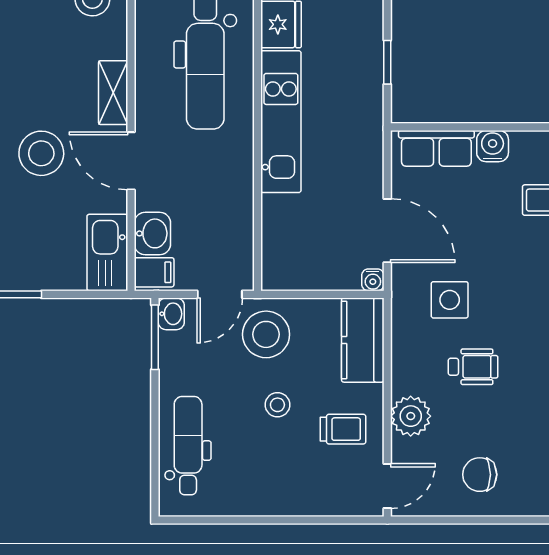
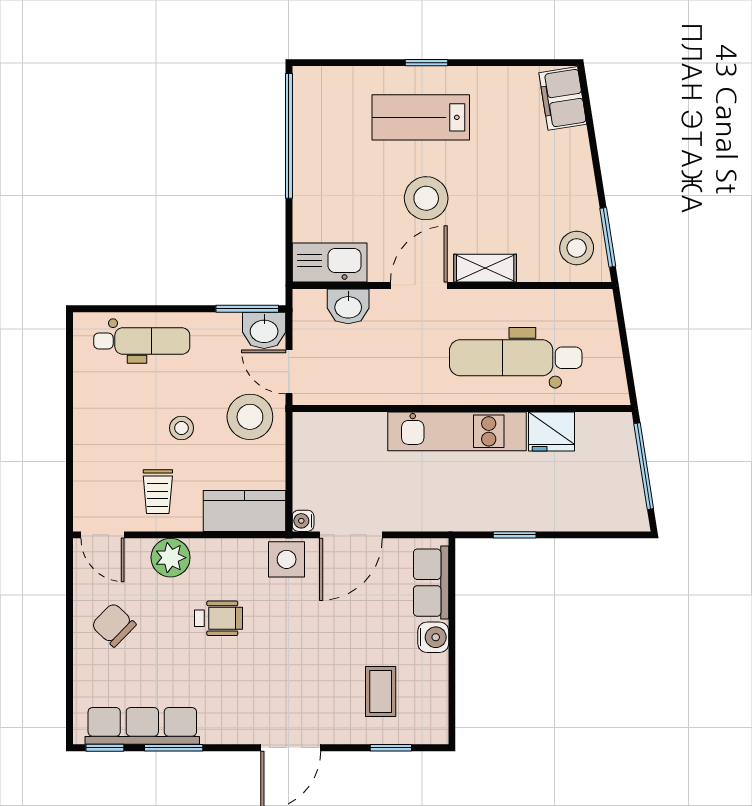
filing cabinet: (154, 272) -> (310, 308), removed
side table: (450, 300) -> (287, 559), moved
washbasin: (171, 314) -> (264, 330), width x1.38, depth x1.45
wheelchair: (473, 367) -> (218, 618), turned -90
chair: (480, 475) -> (114, 625), turned -46

